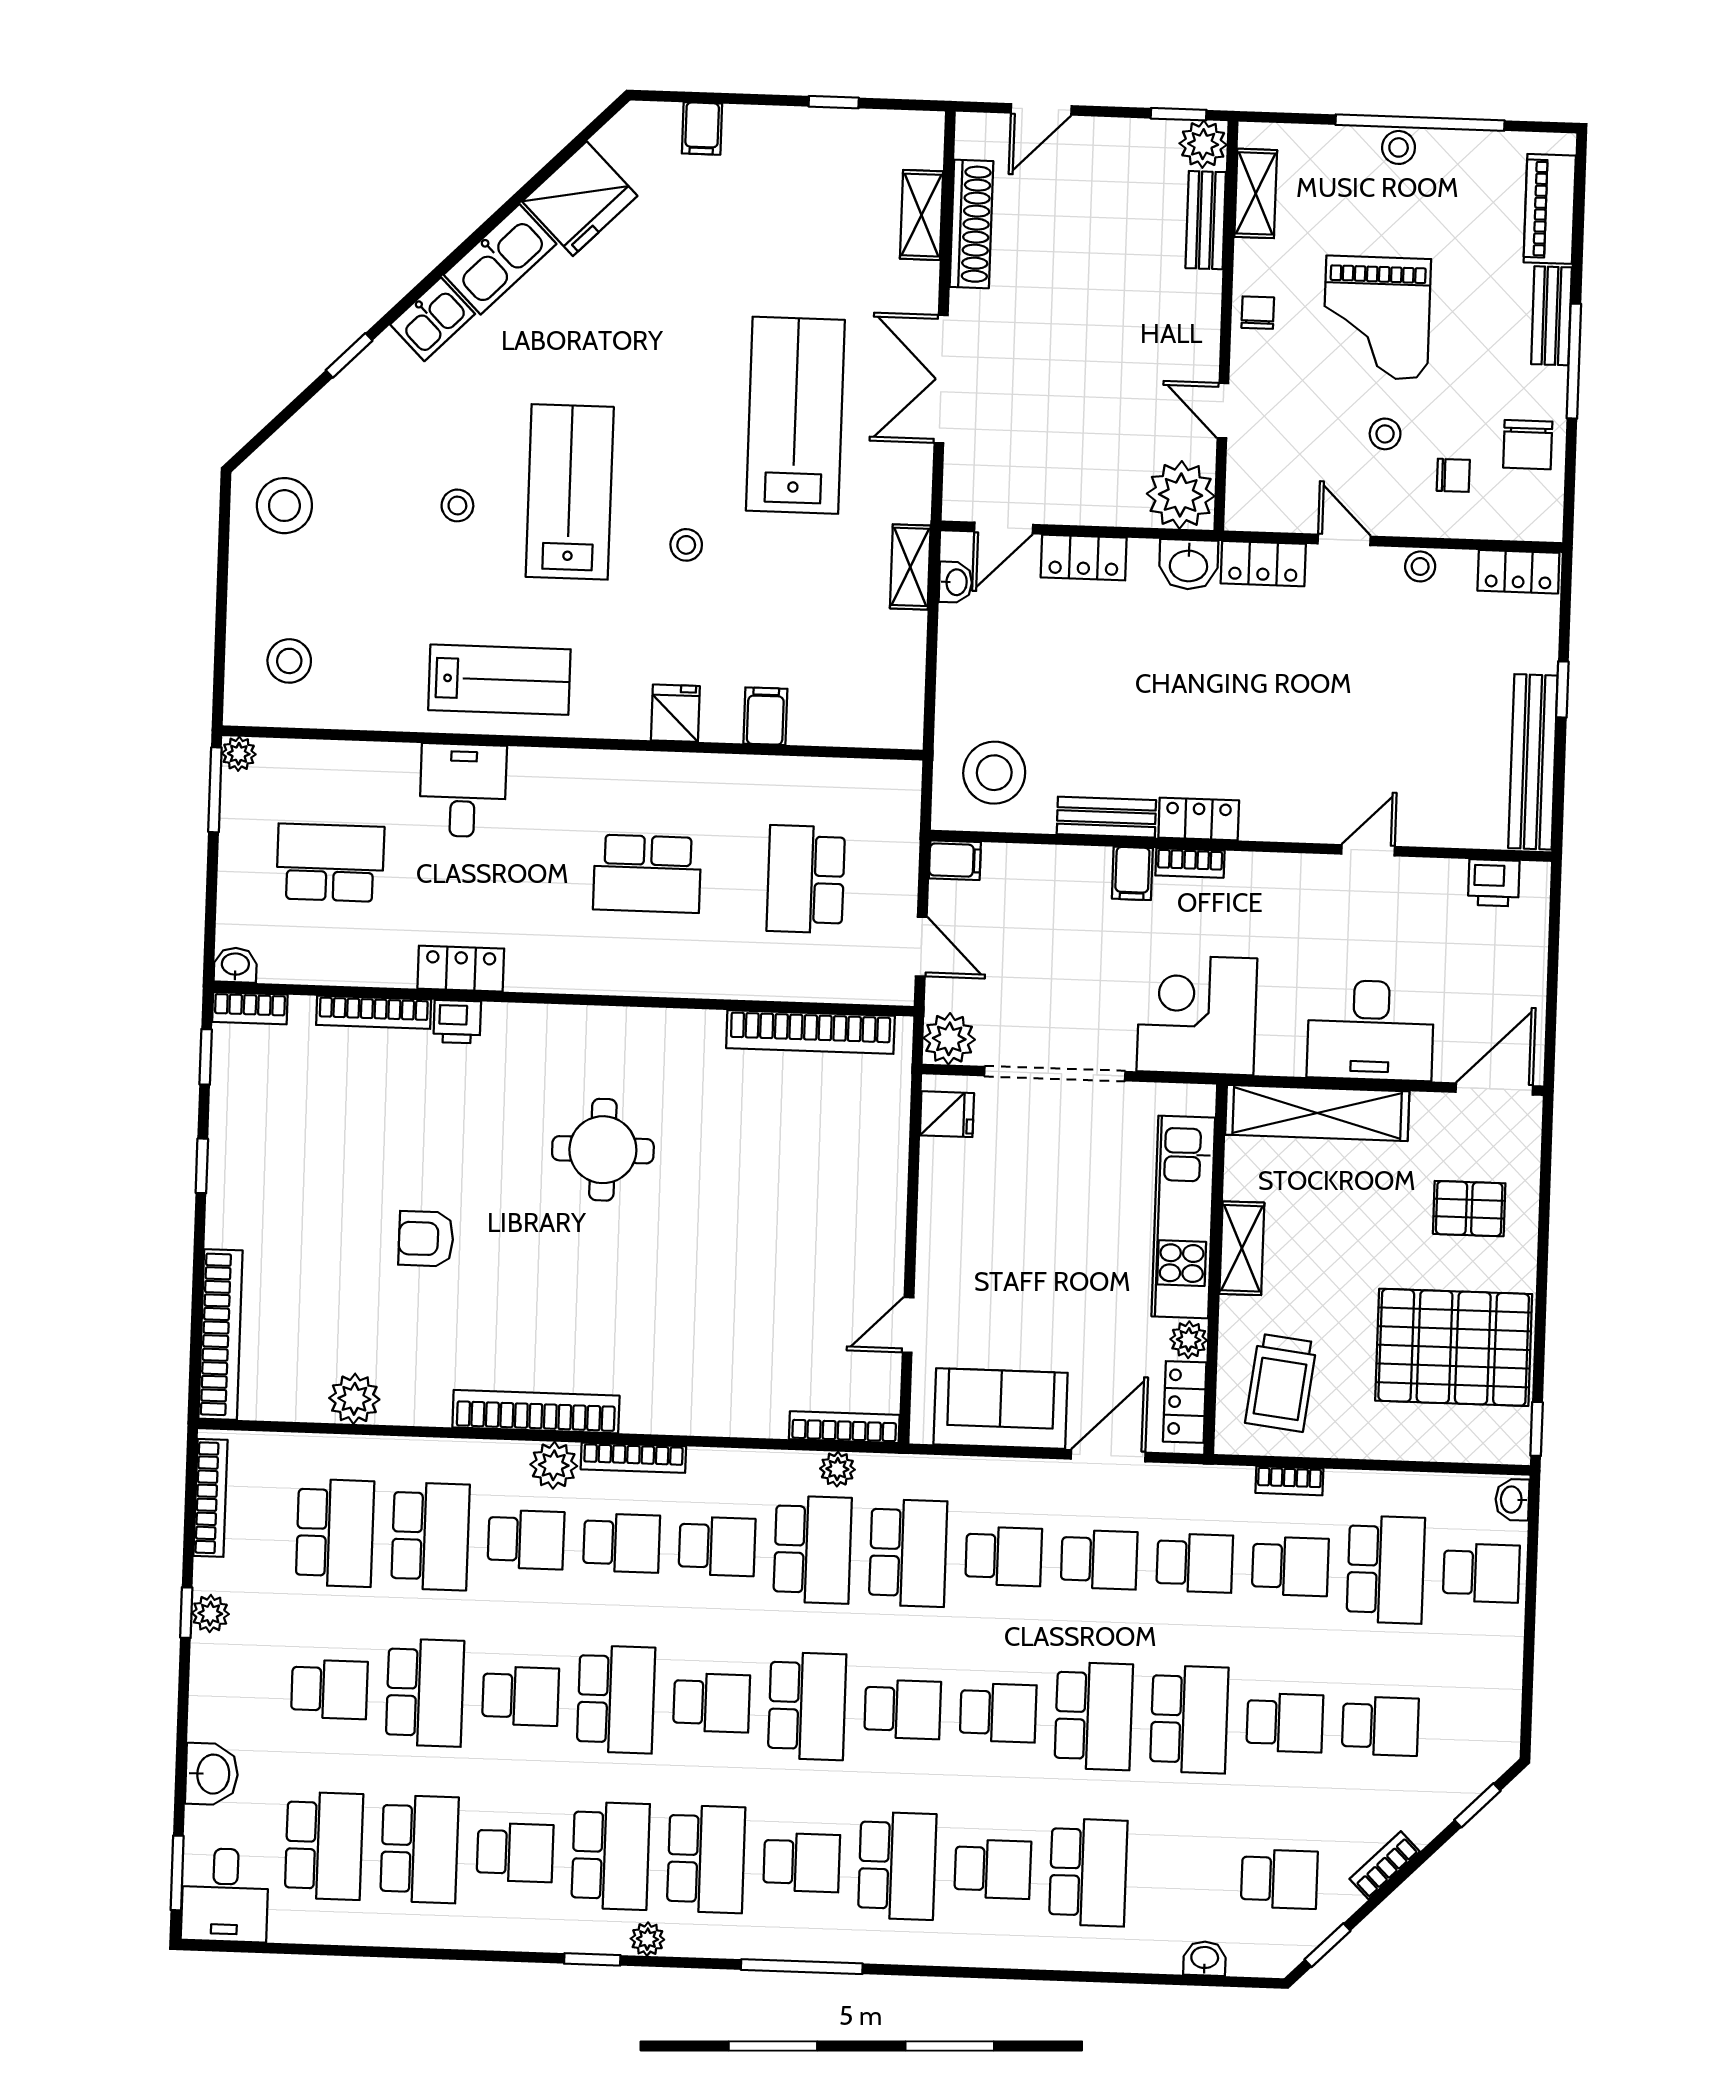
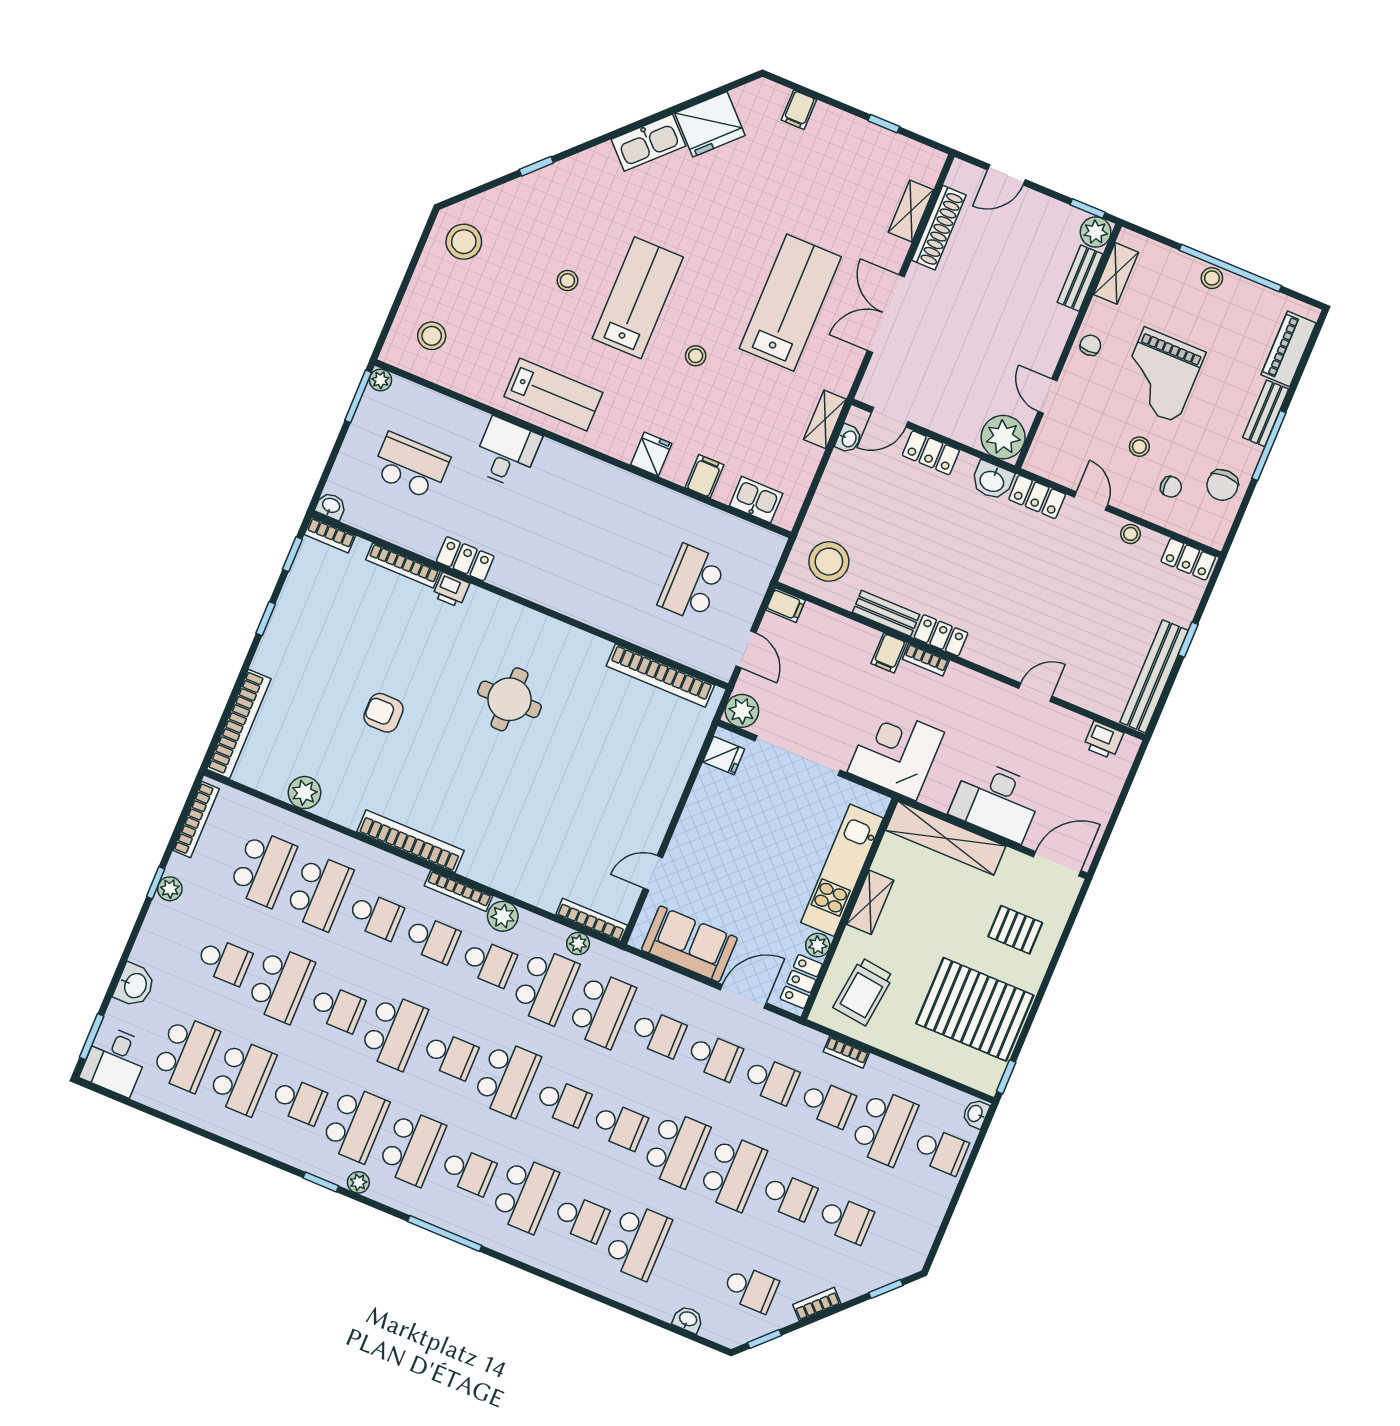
kitchen sink: (433, 319) -> (756, 500), moved, turned -135
school desk: (647, 874) -> (598, 544), removed
plant: (554, 1465) -> (503, 916), moved

